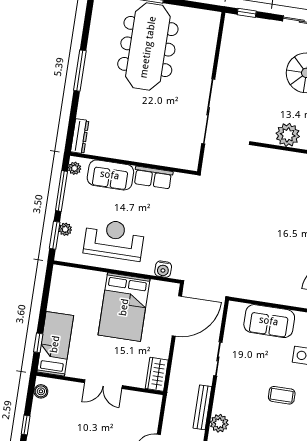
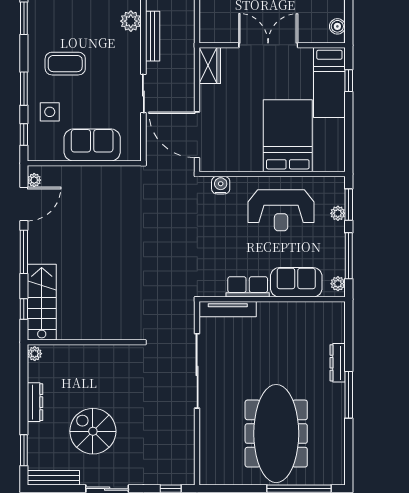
plant: (288, 135) -> (103, 358), removed
dresser: (80, 136) -> (338, 363), moved
tv unit: (173, 161) -> (228, 309), added
bed: (124, 307) -> (288, 136), moved
door: (177, 316) -> (197, 135), hinge flipped
double door: (103, 384) -> (268, 45), width x1.37
coffee table: (282, 395) -> (65, 64), width x1.36, depth x1.30

